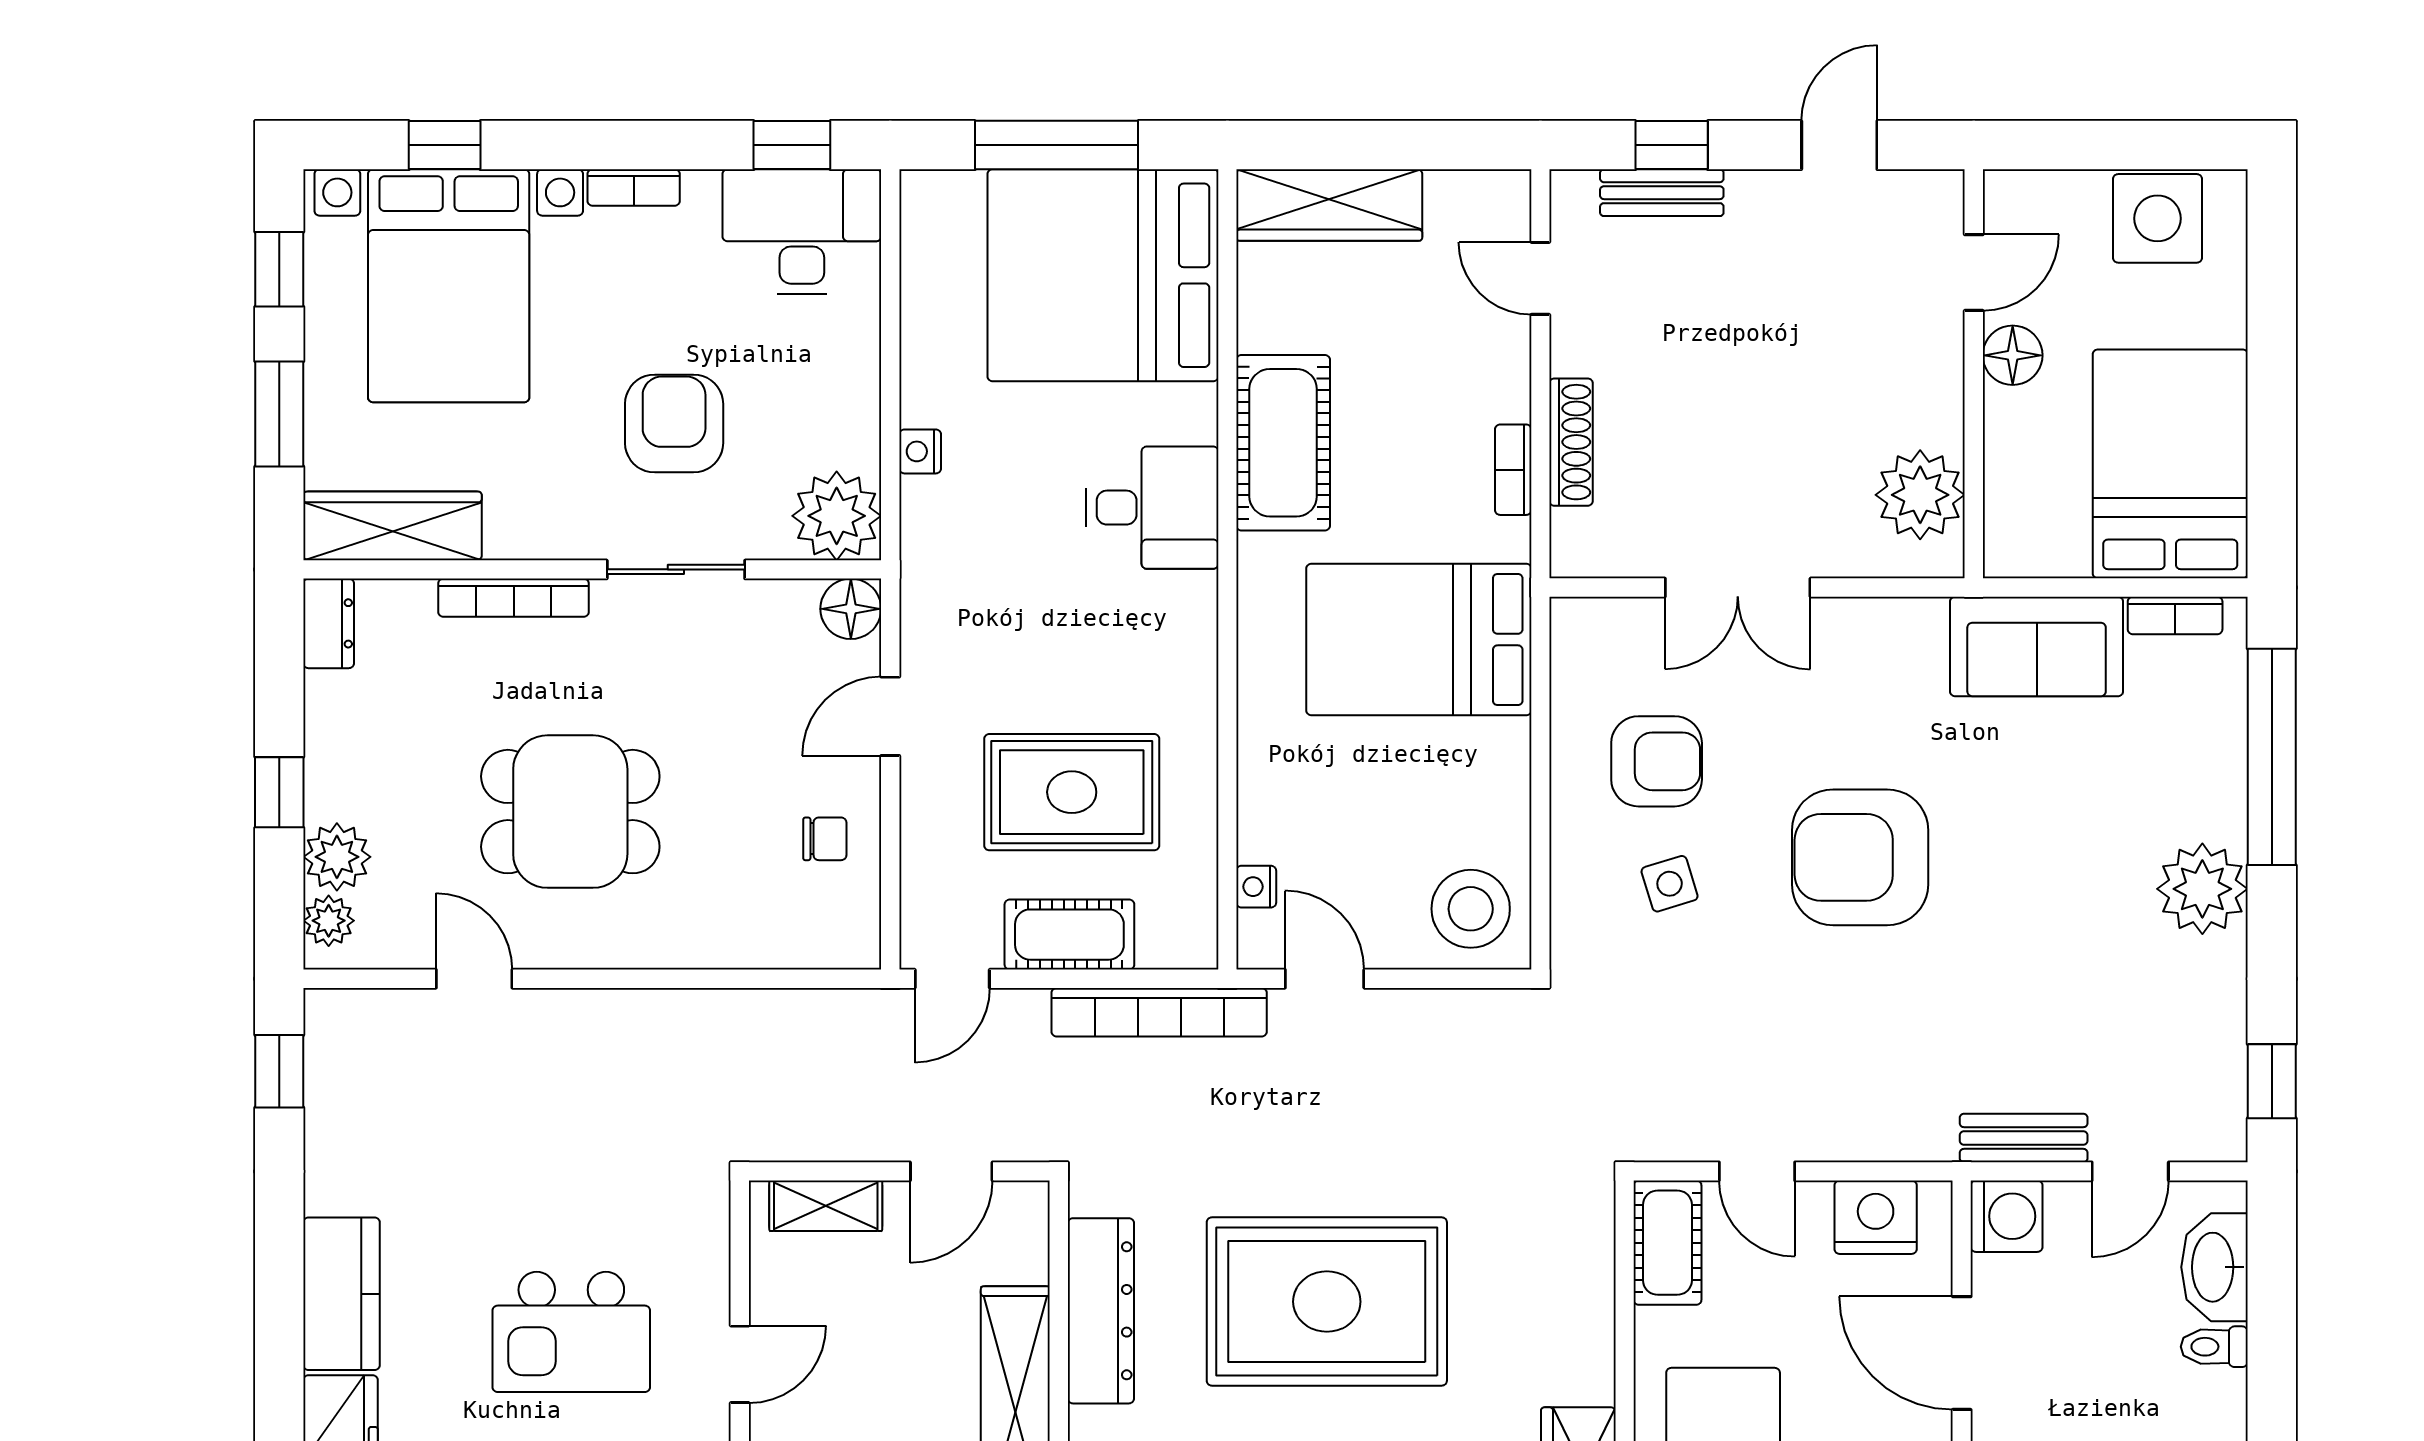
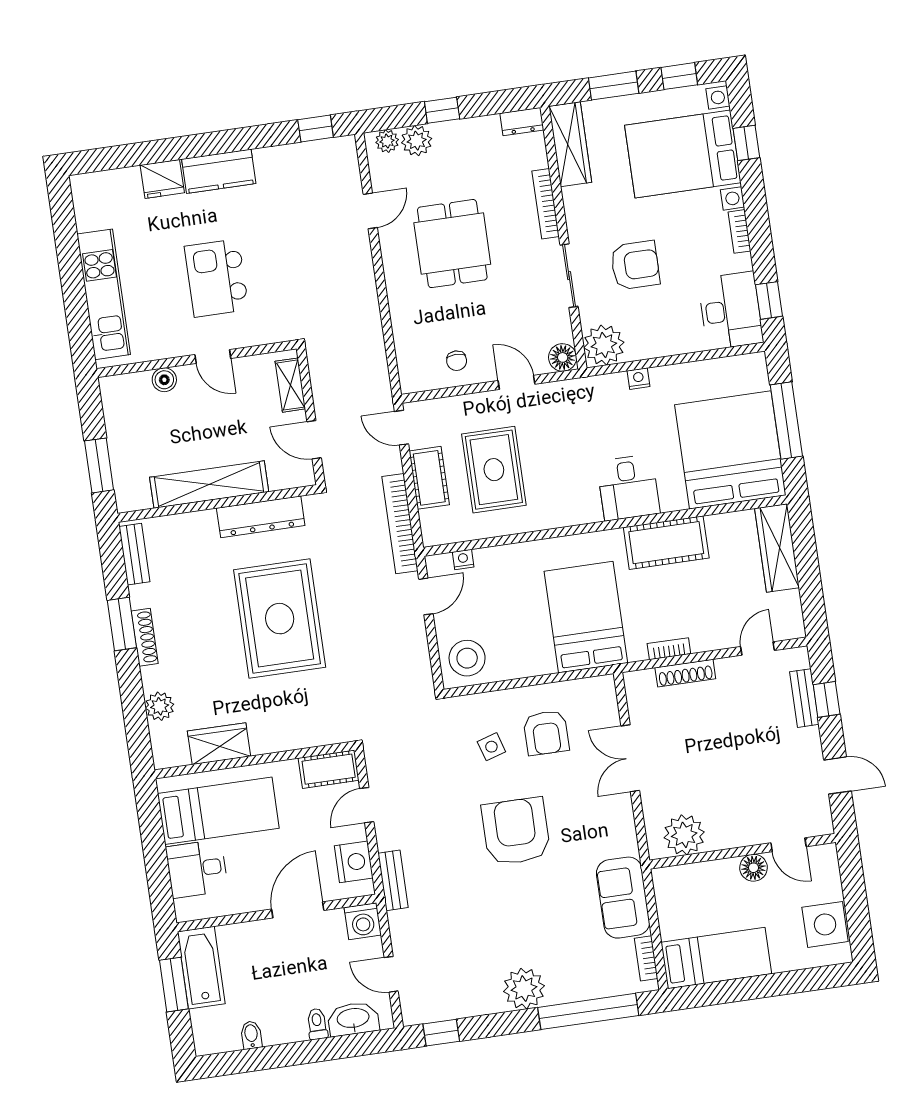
bed: (2170, 464) -> (716, 958), width x0.67
bench: (2024, 1138) -> (393, 880), moved

